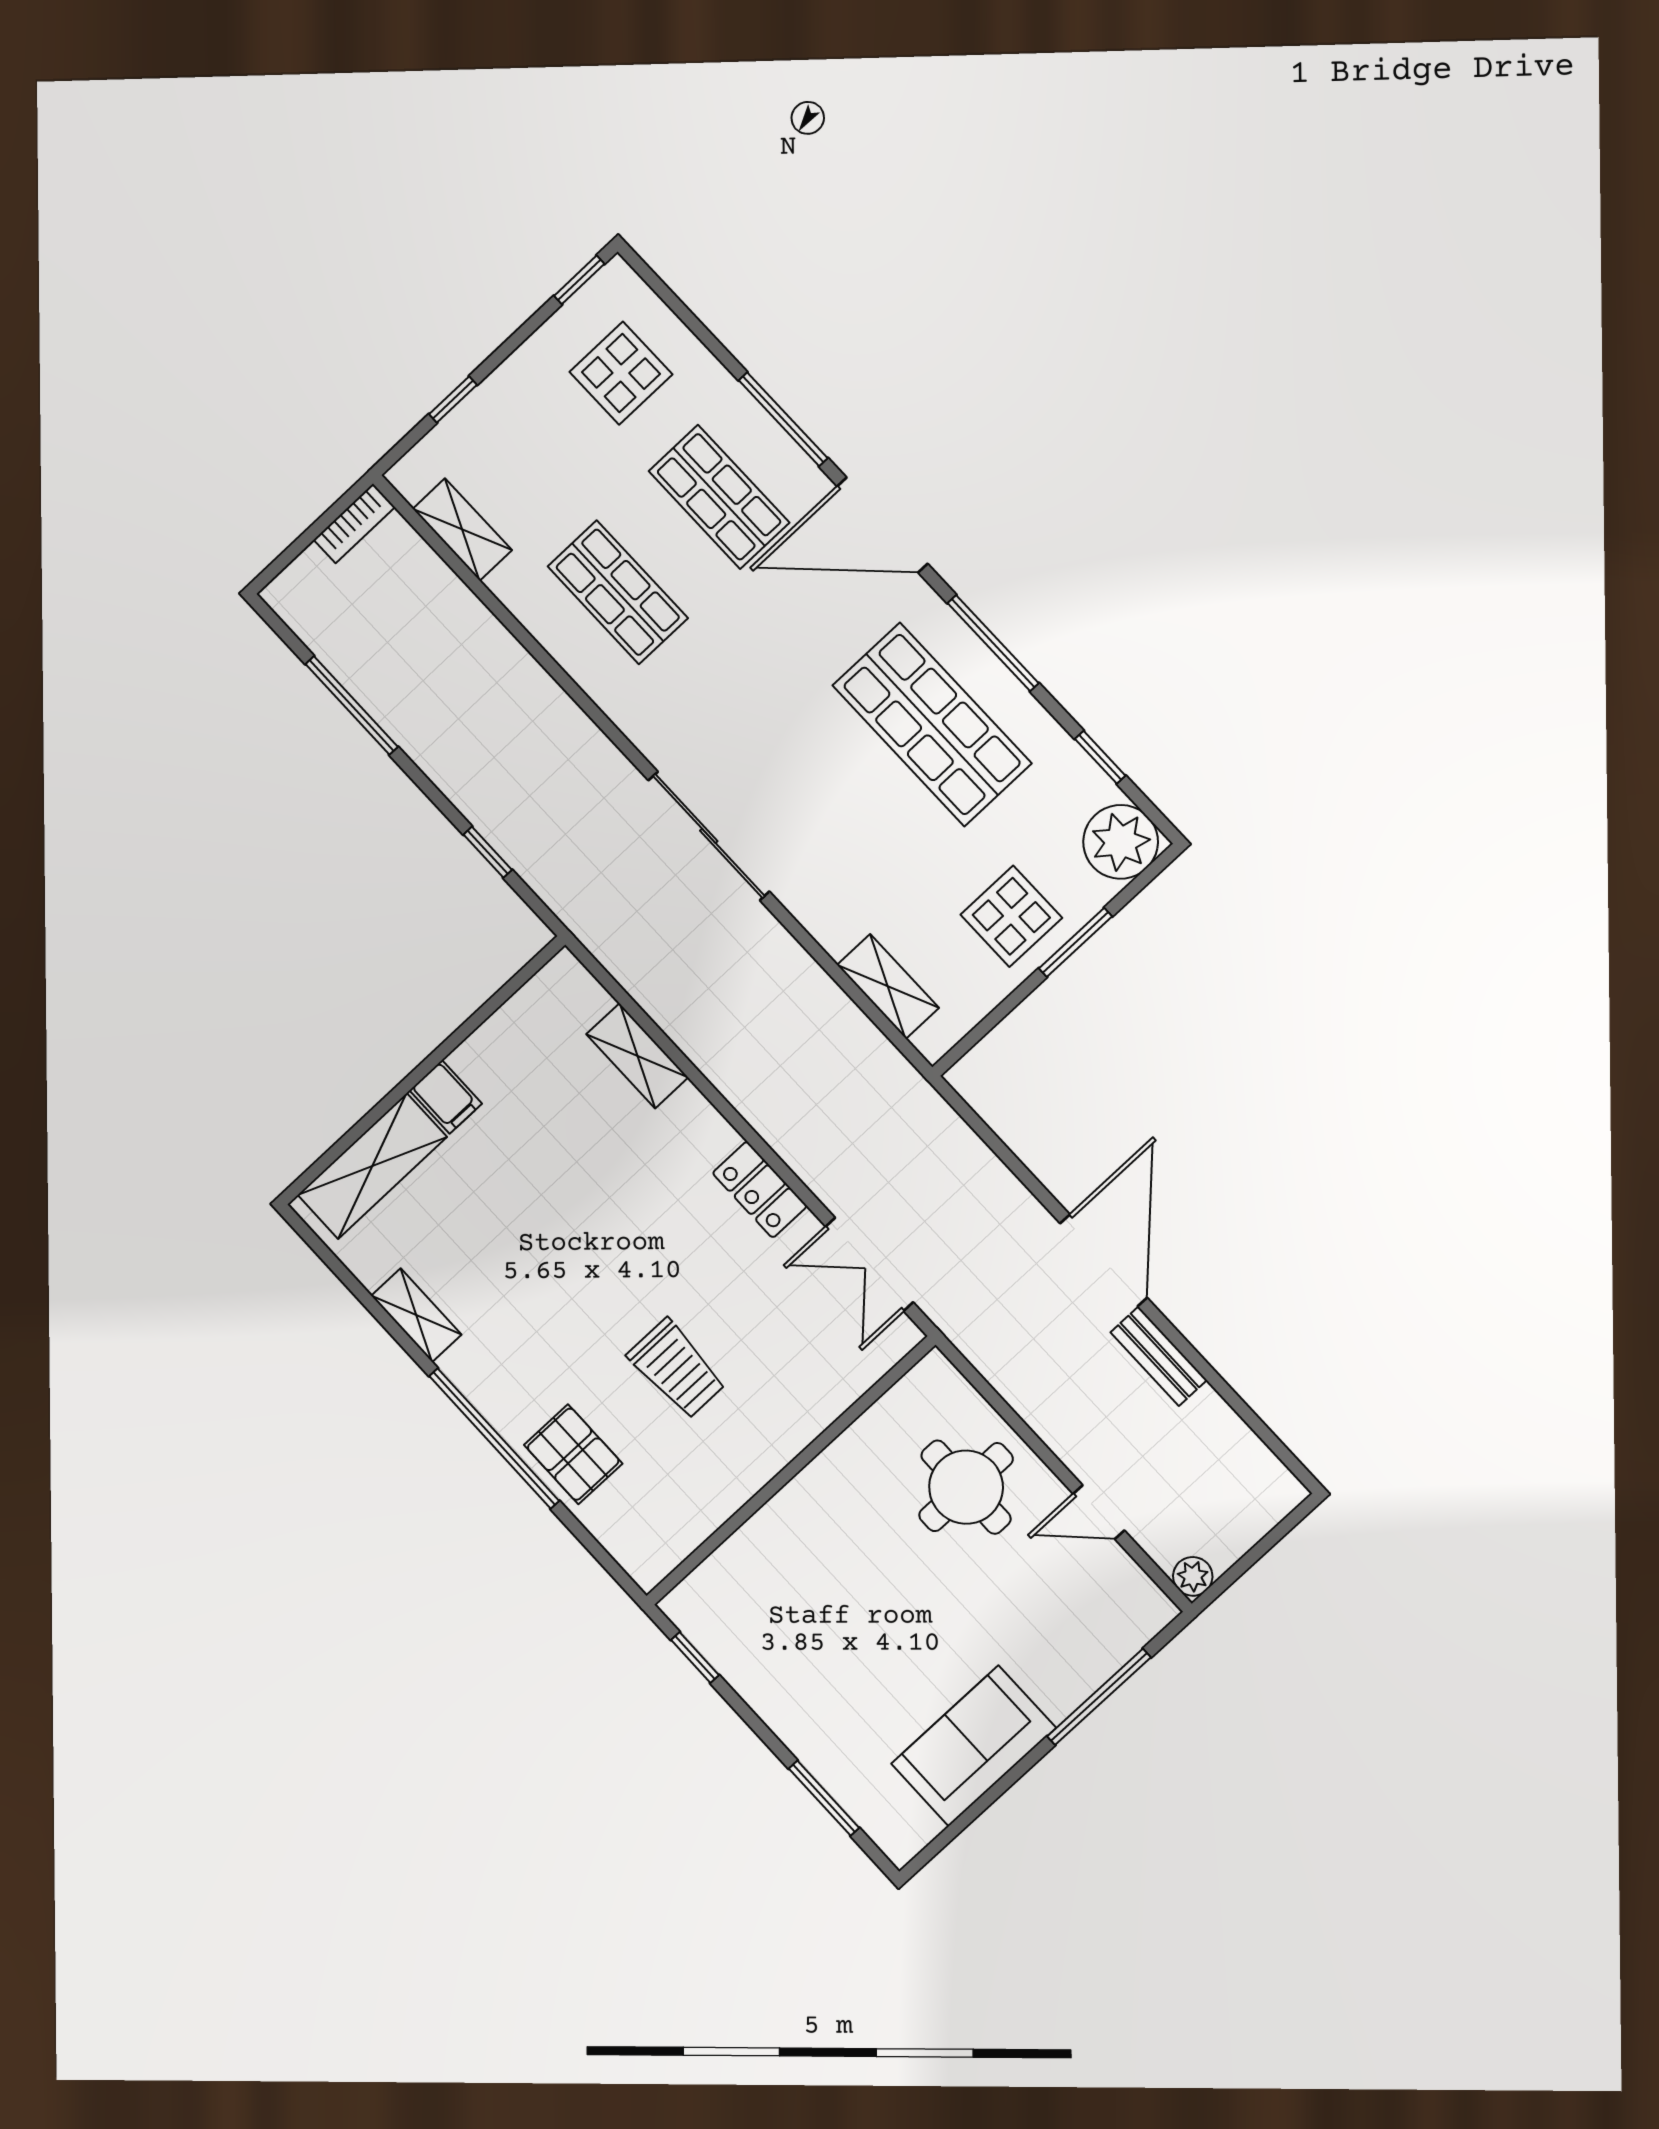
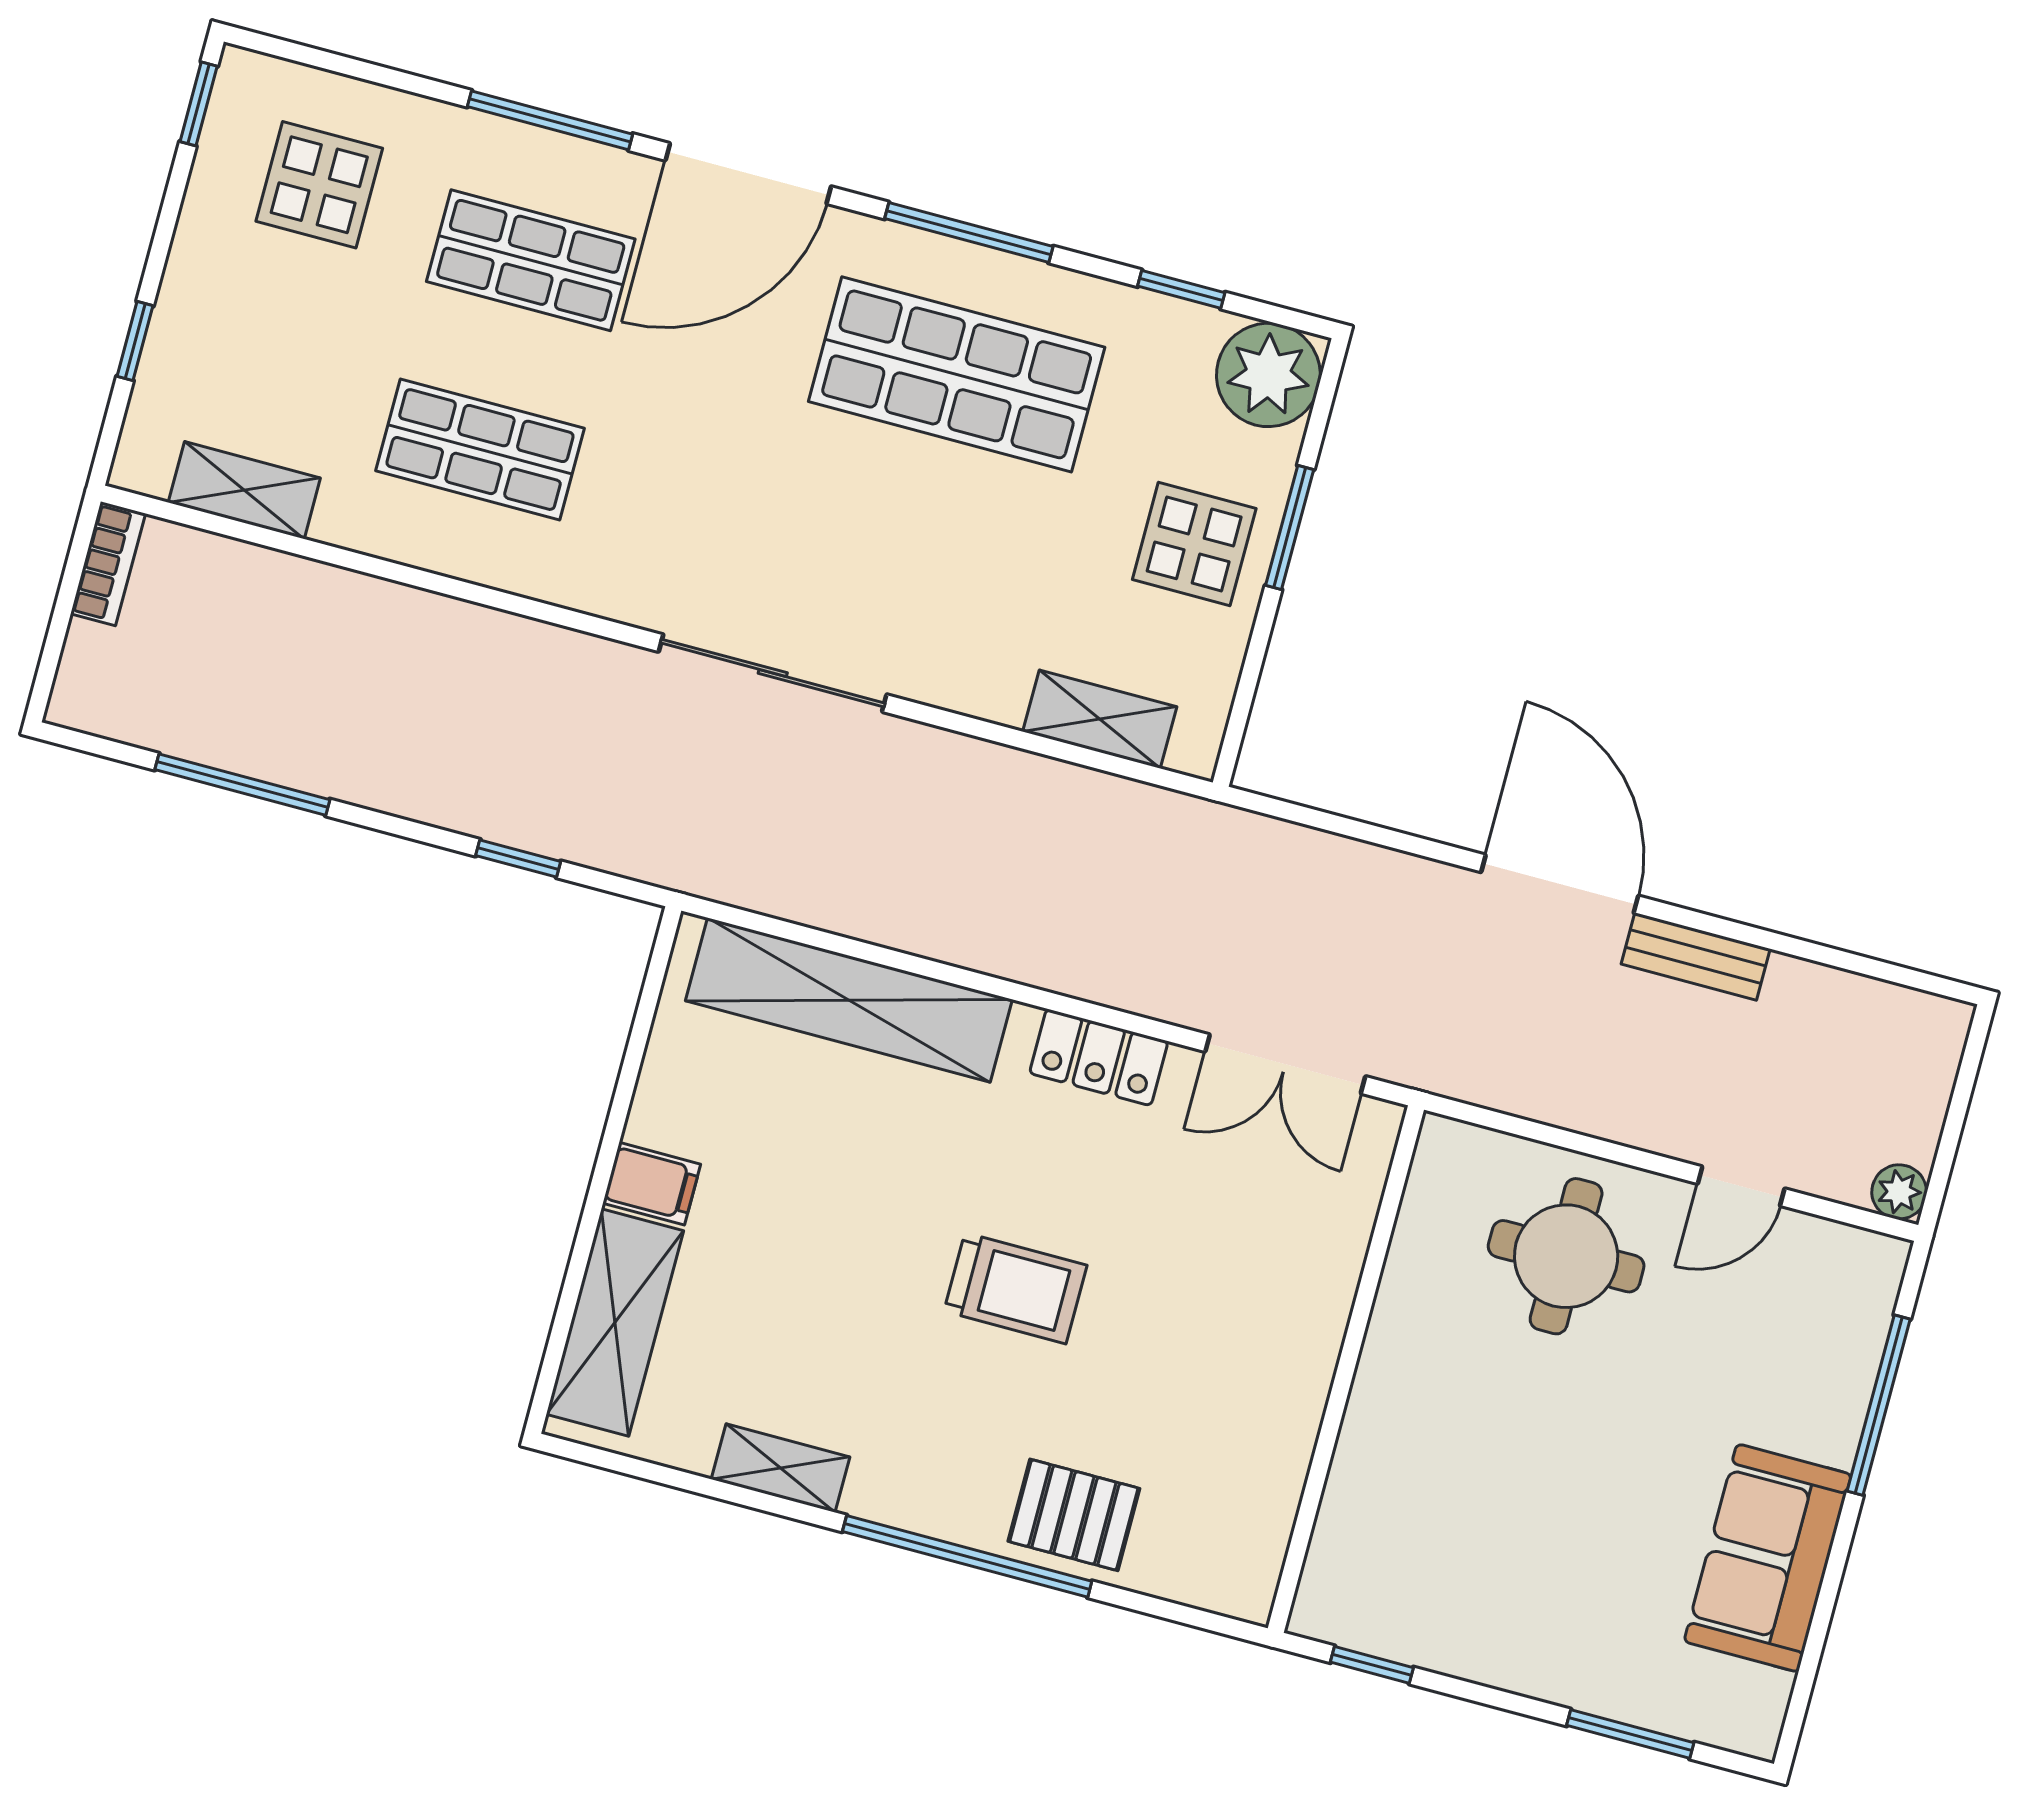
shelving: (637, 1056) -> (849, 1000), width x2.20, depth x1.33
trolley: (677, 1369) -> (1015, 1288), moved

